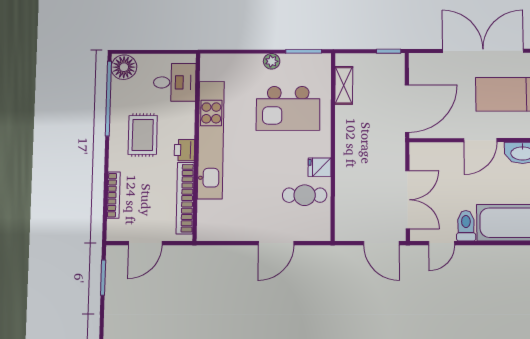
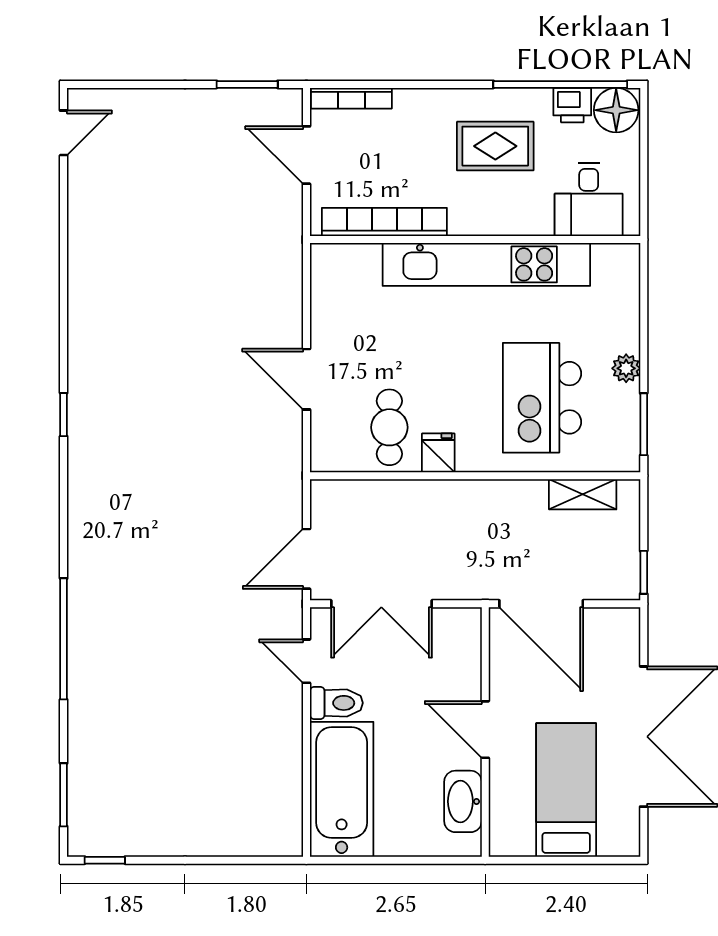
printer: (184, 150) -> (572, 105), moved, turned 180
bookcase: (113, 195) -> (351, 98), moved

